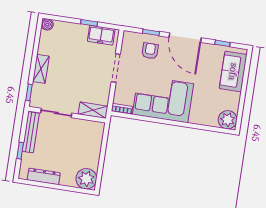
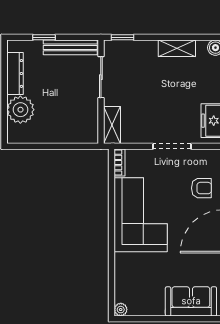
shelving: (41, 69) -> (177, 48), moved
plant: (228, 120) -> (121, 310), width x0.53, depth x0.53
plant: (86, 179) -> (20, 110), moved

